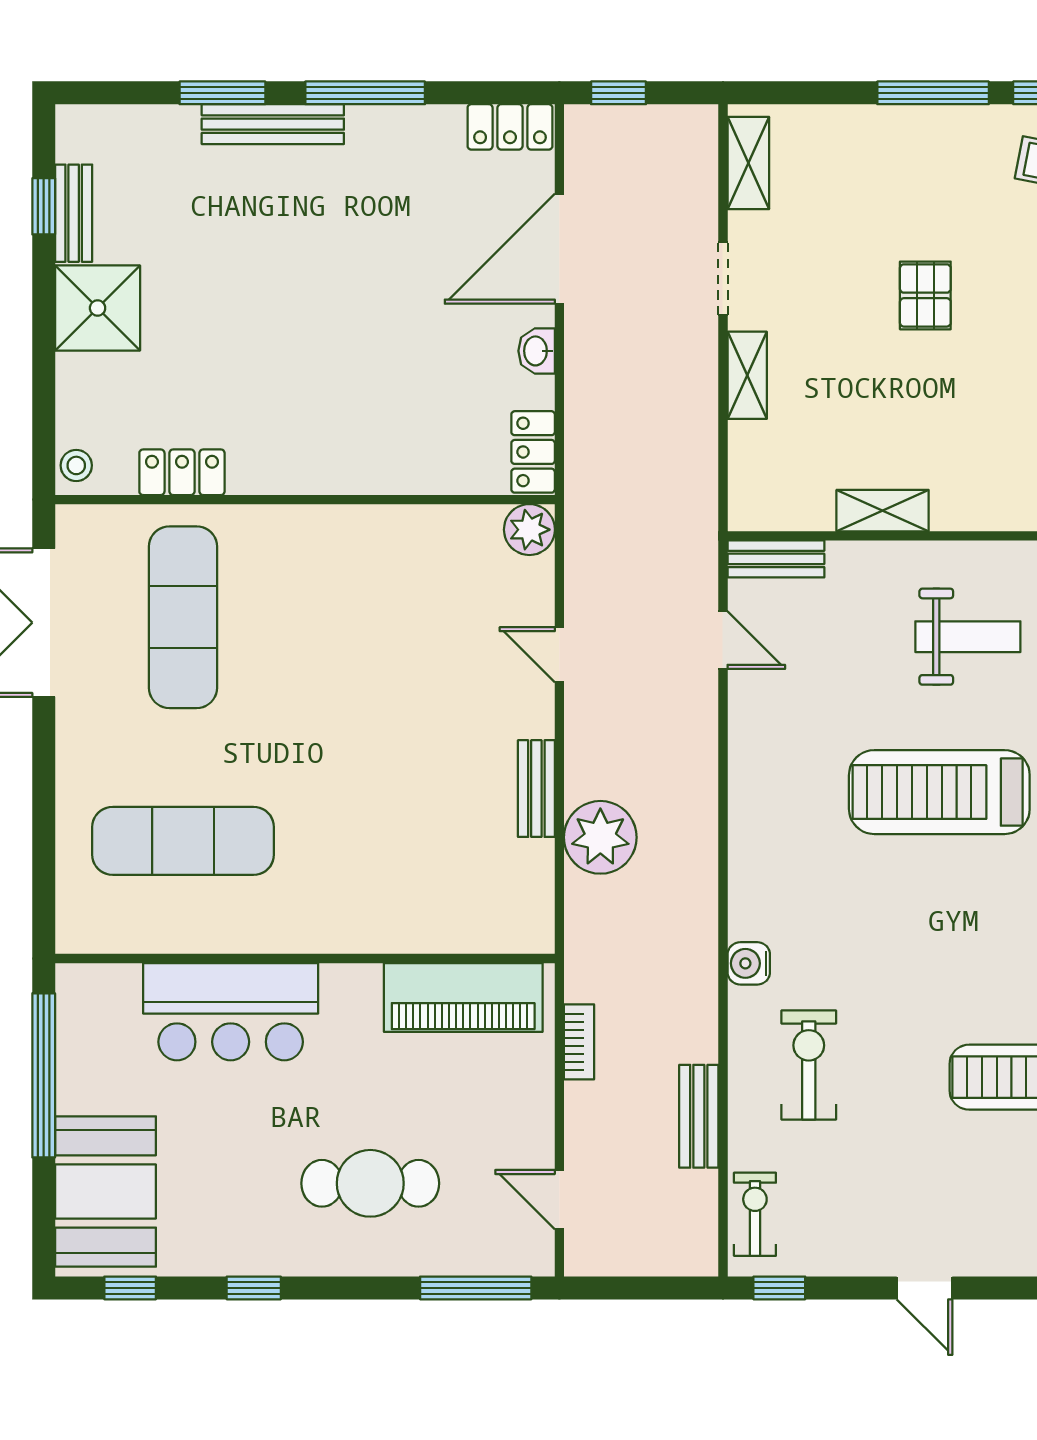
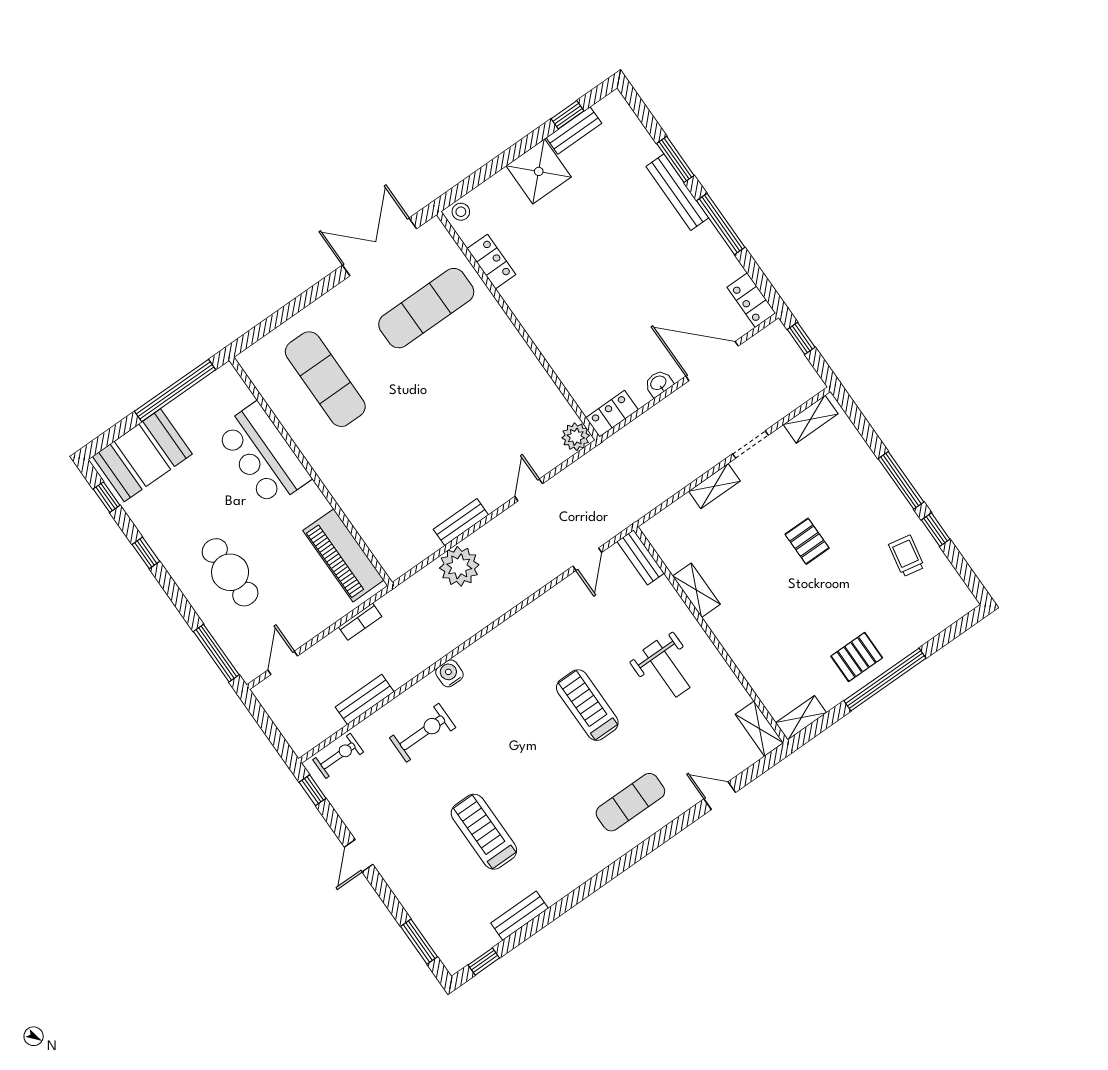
pallet: (925, 295) -> (807, 541), turned 90
treadmill: (939, 792) -> (587, 705), width x0.73, depth x0.73

